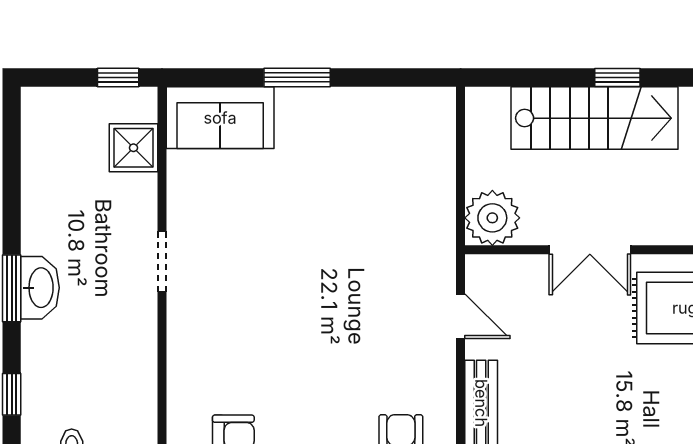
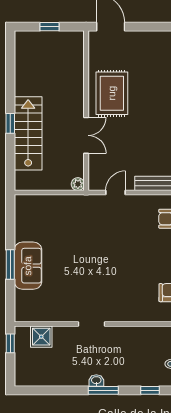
sofa: (220, 118) -> (28, 266), moved
plant: (492, 218) -> (78, 184), width x0.53, depth x0.53
washbasin: (40, 288) -> (96, 380), width x0.52, depth x0.69

